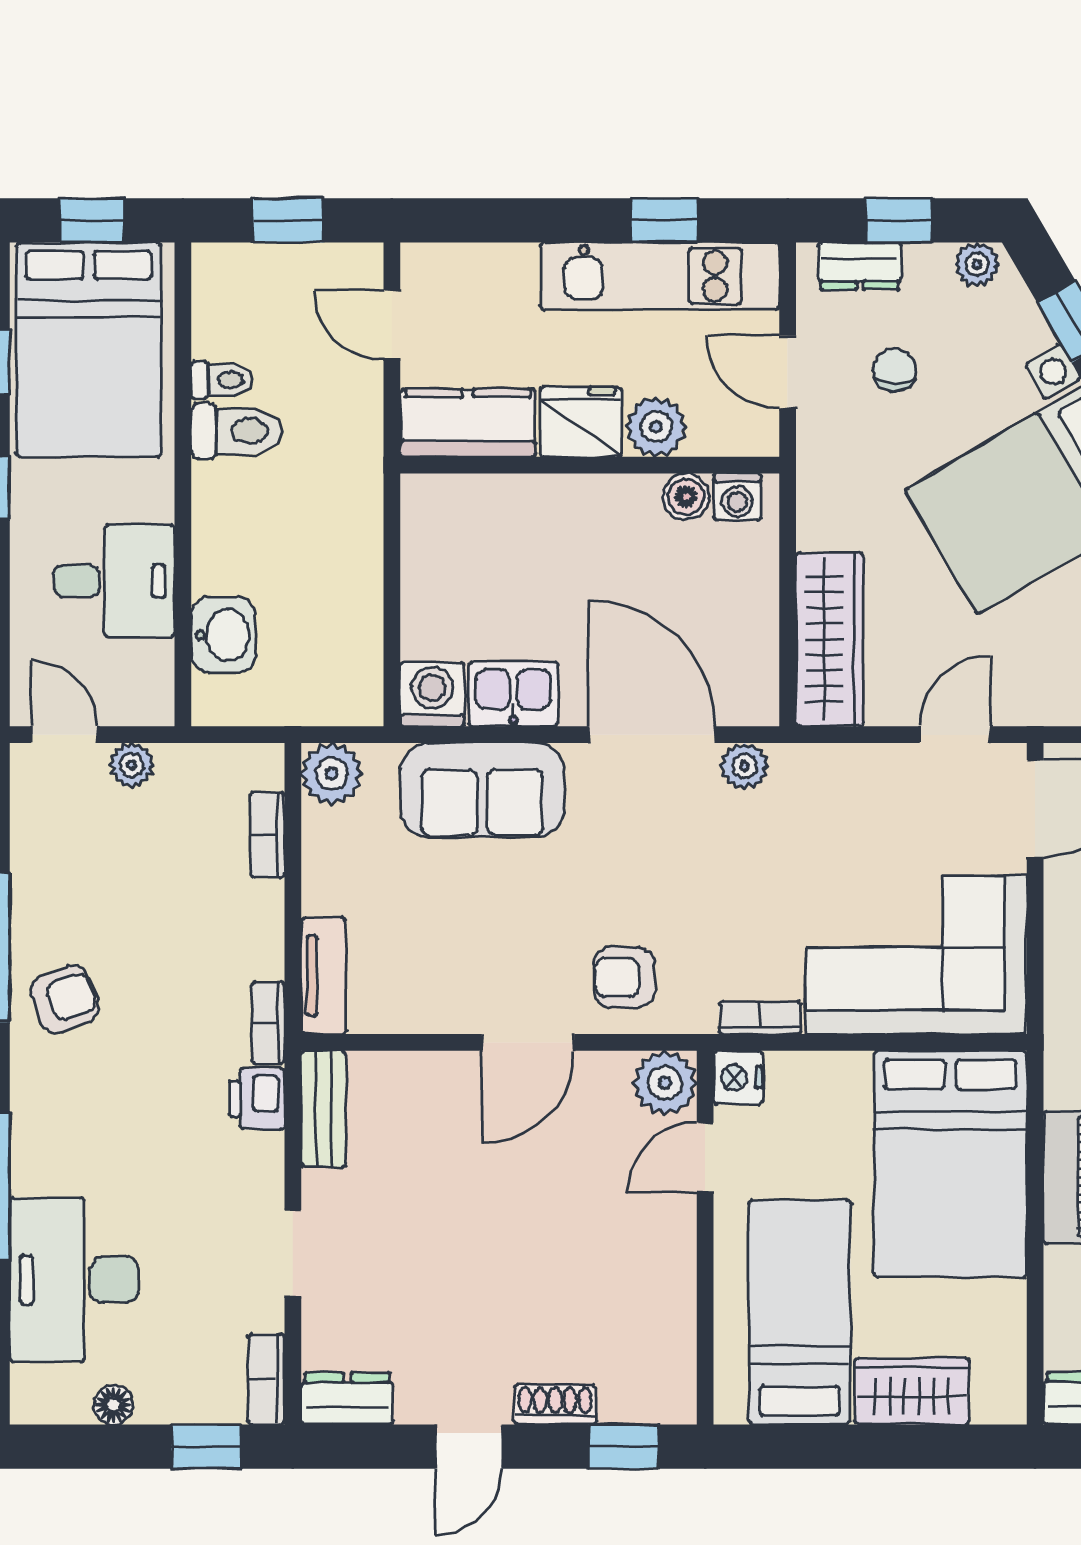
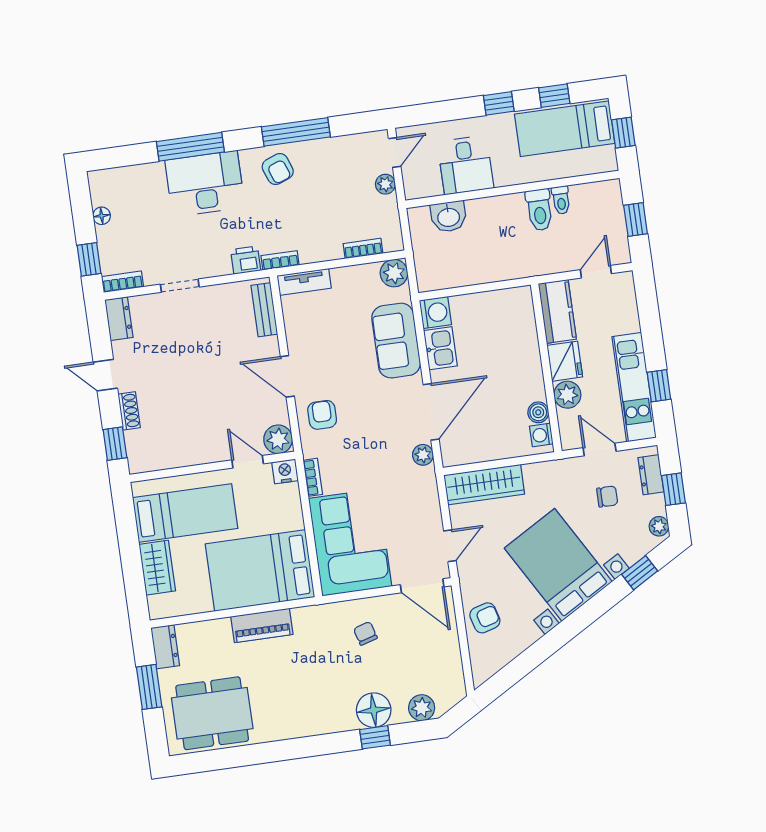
bed: (89, 350) -> (565, 129), width x0.67
door: (788, 372) -> (600, 449), hinge flipped
door: (955, 735) -> (450, 546), hinge flipped
bench: (323, 1109) -> (264, 310), moved, turned 90
desk: (74, 1280) -> (205, 184), moved

